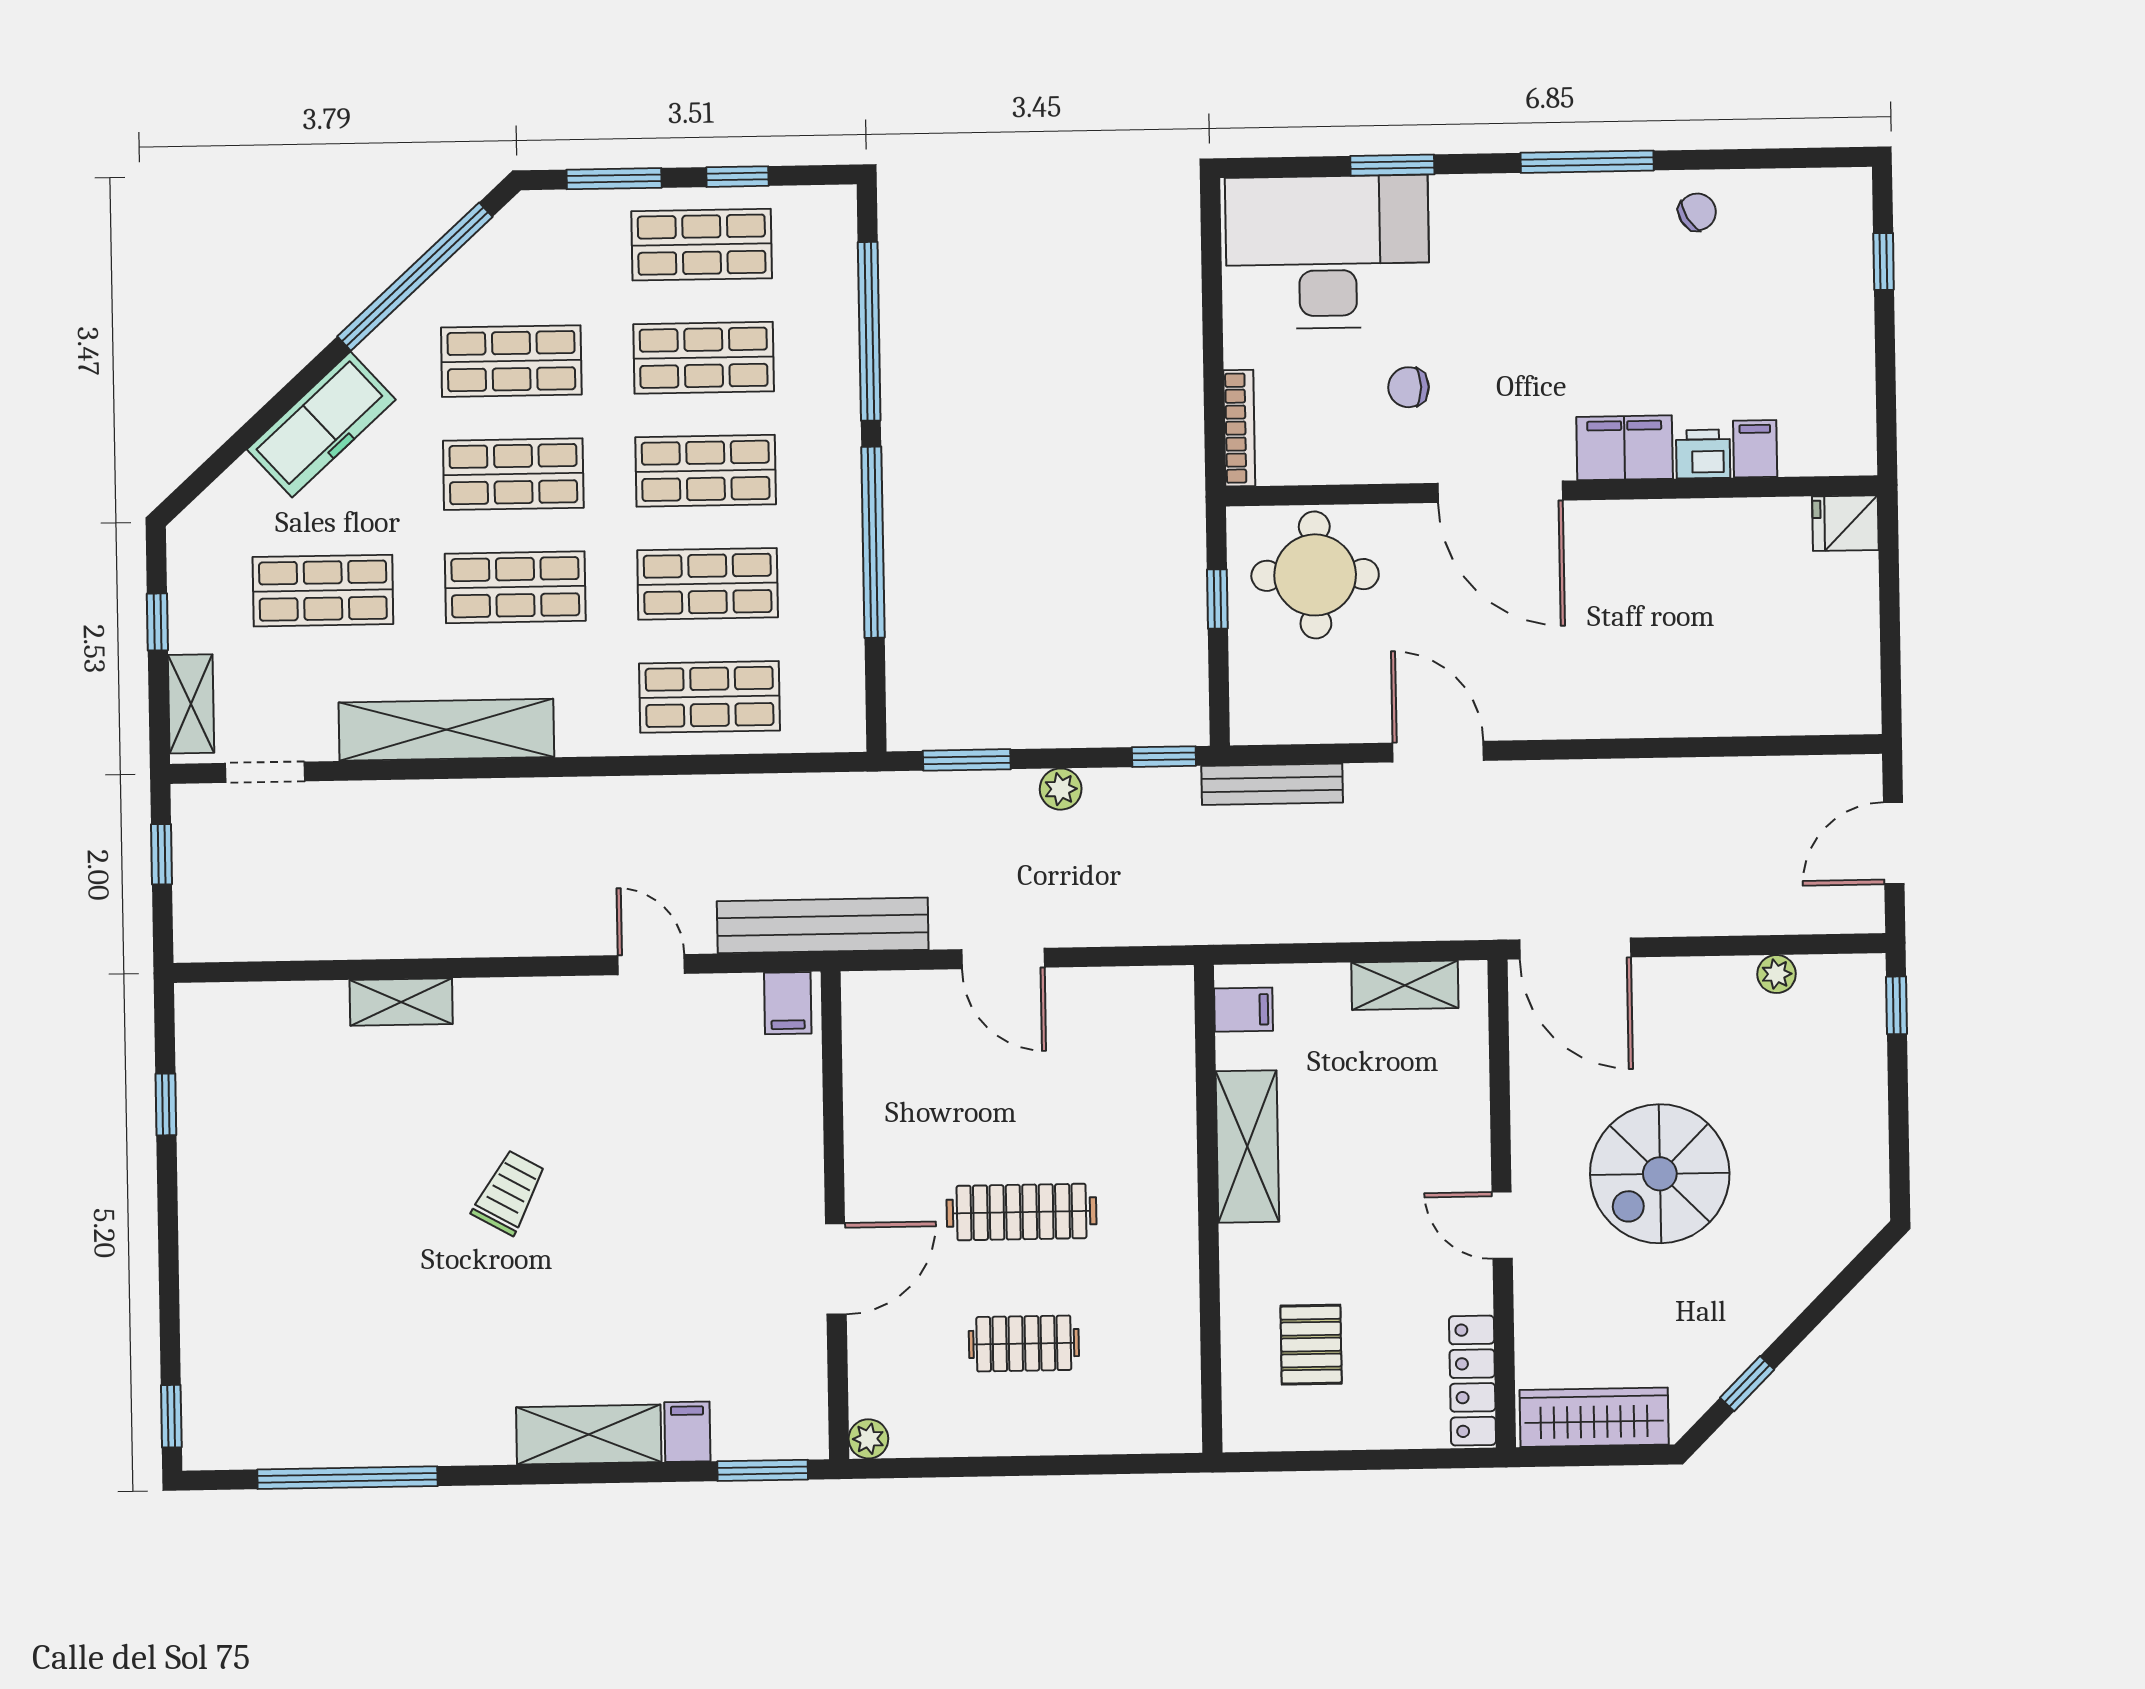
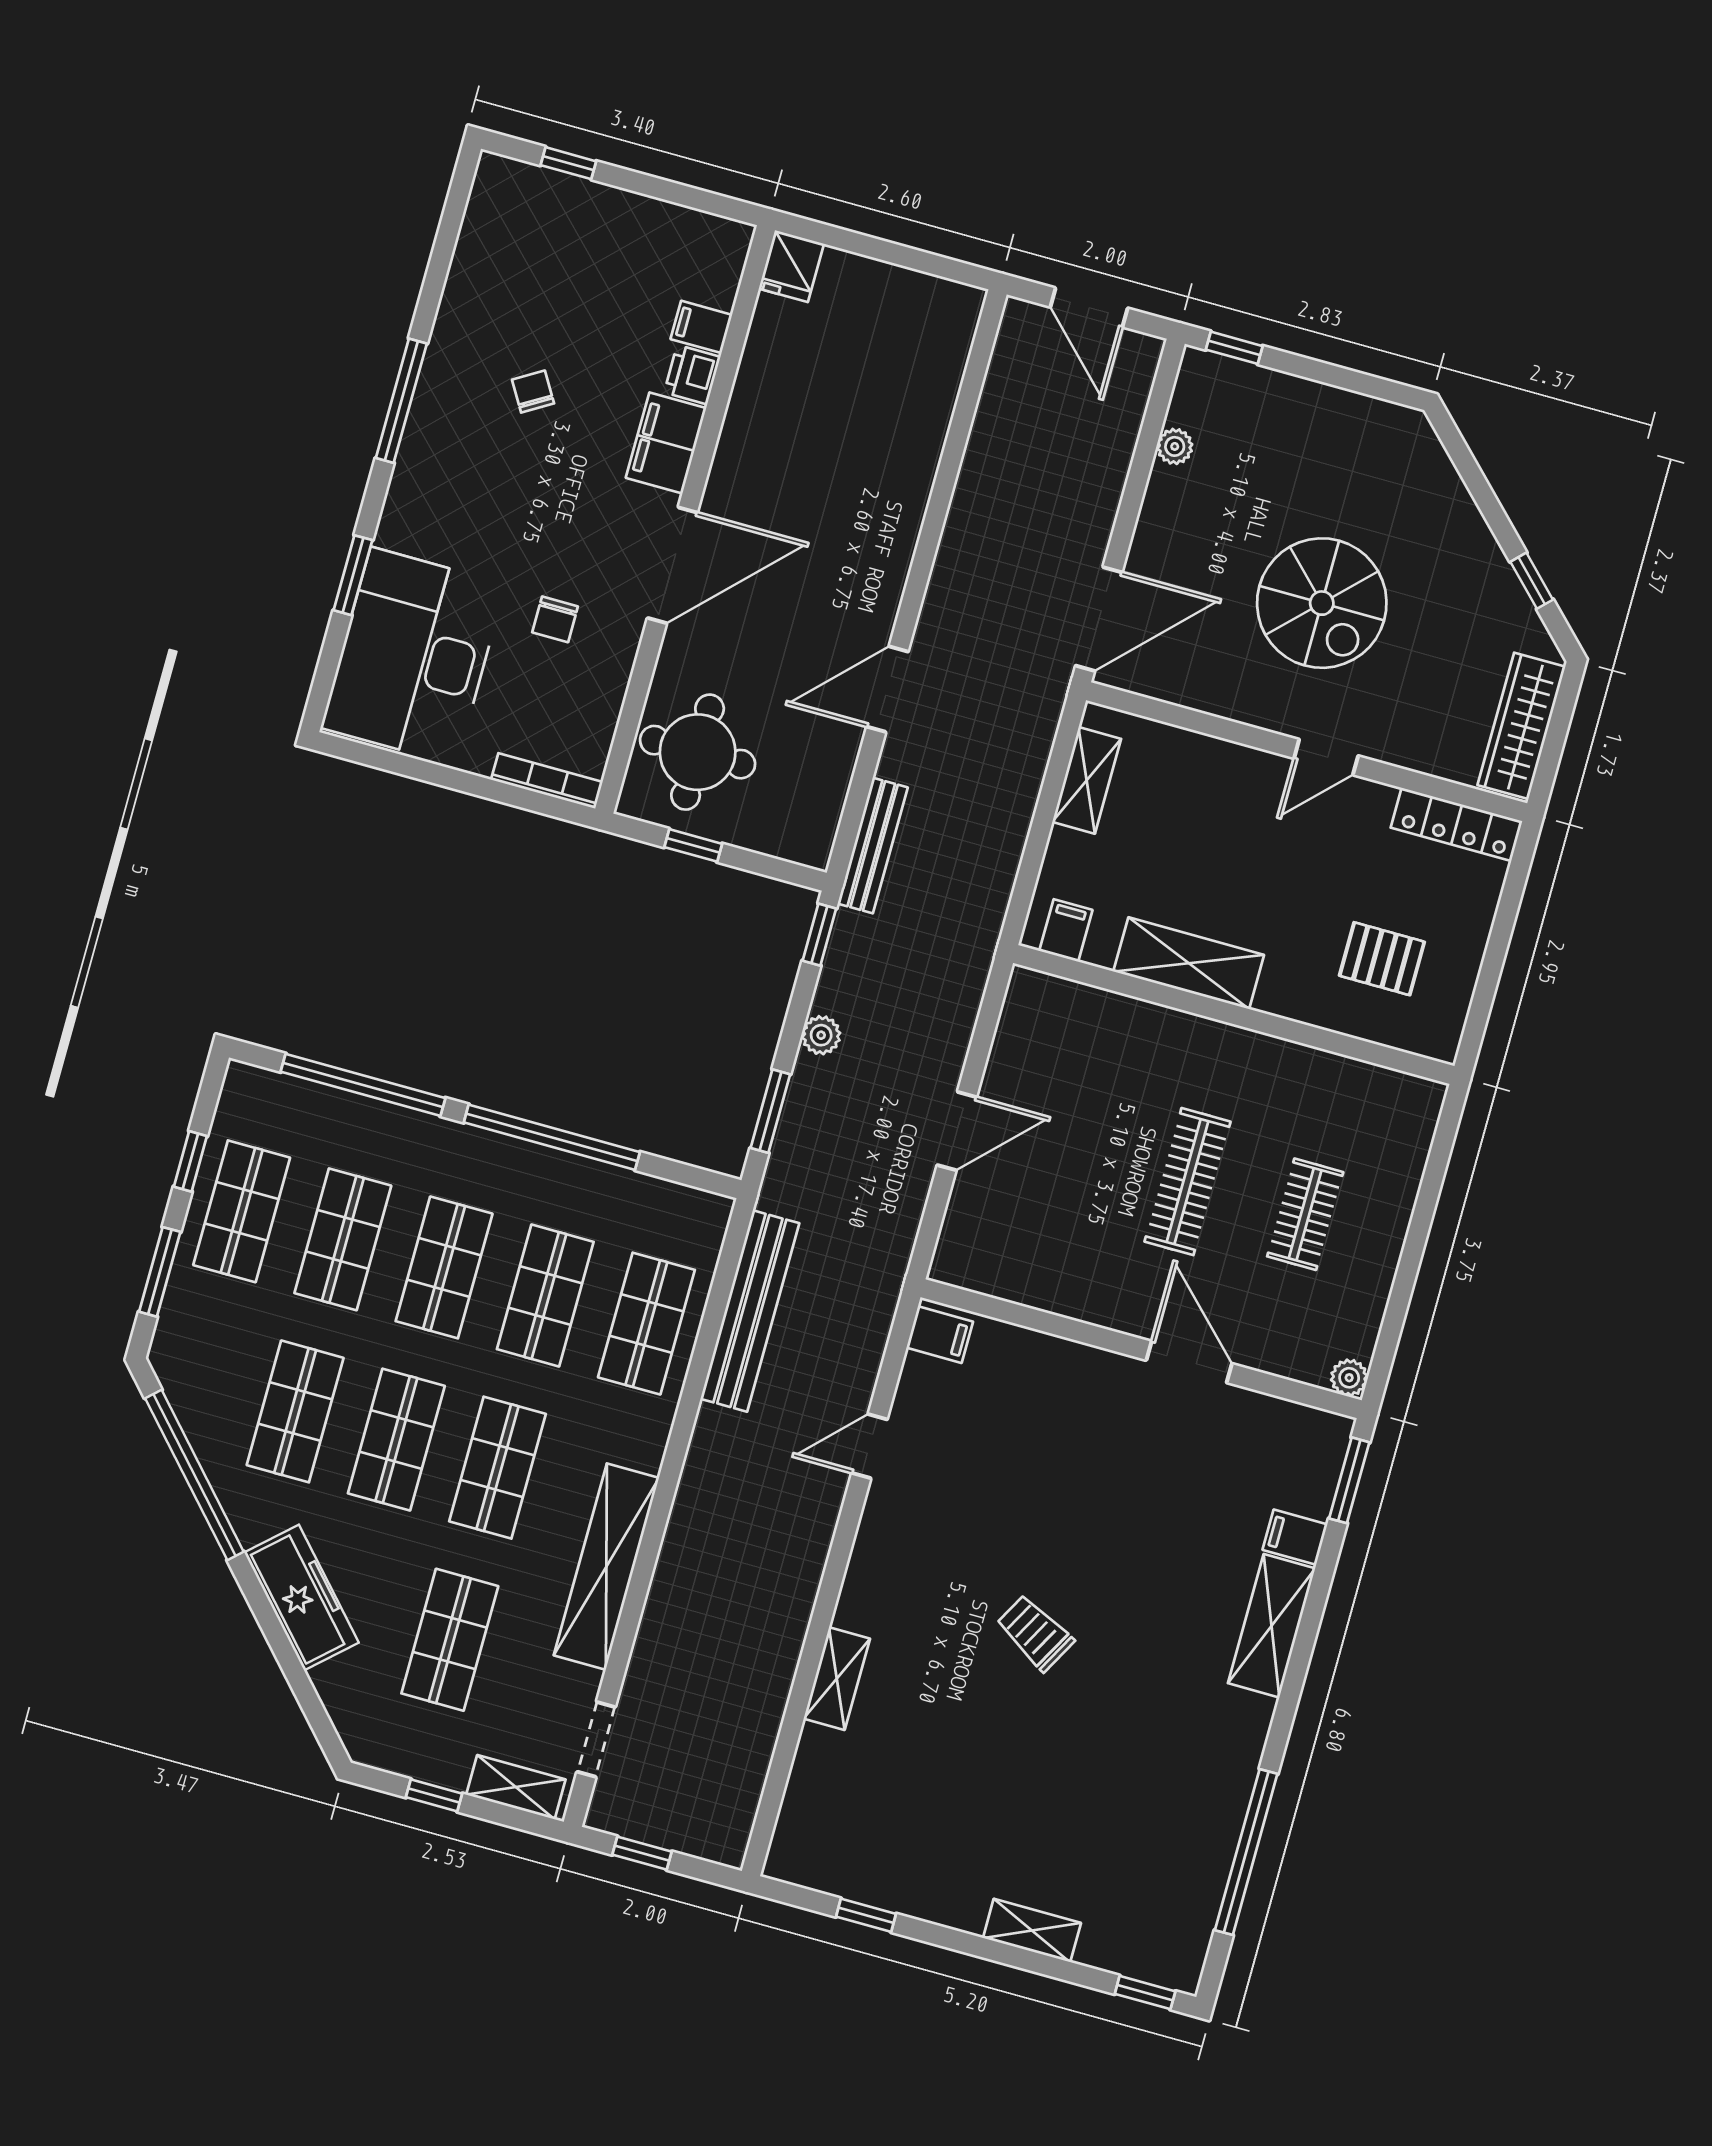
chair: (1697, 212) -> (533, 392), moved
bench: (823, 925) -> (750, 1311), moved
shelving: (201, 1280) -> (1032, 1930), added

